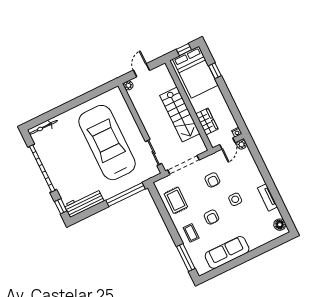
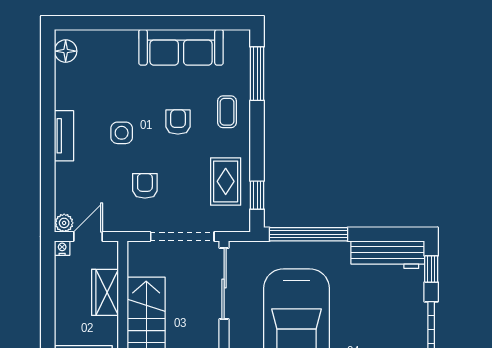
sliding door: (154, 153) -> (224, 283), width x1.37
tv unit: (267, 197) -> (64, 136), moved
window: (158, 201) -> (257, 195), added

